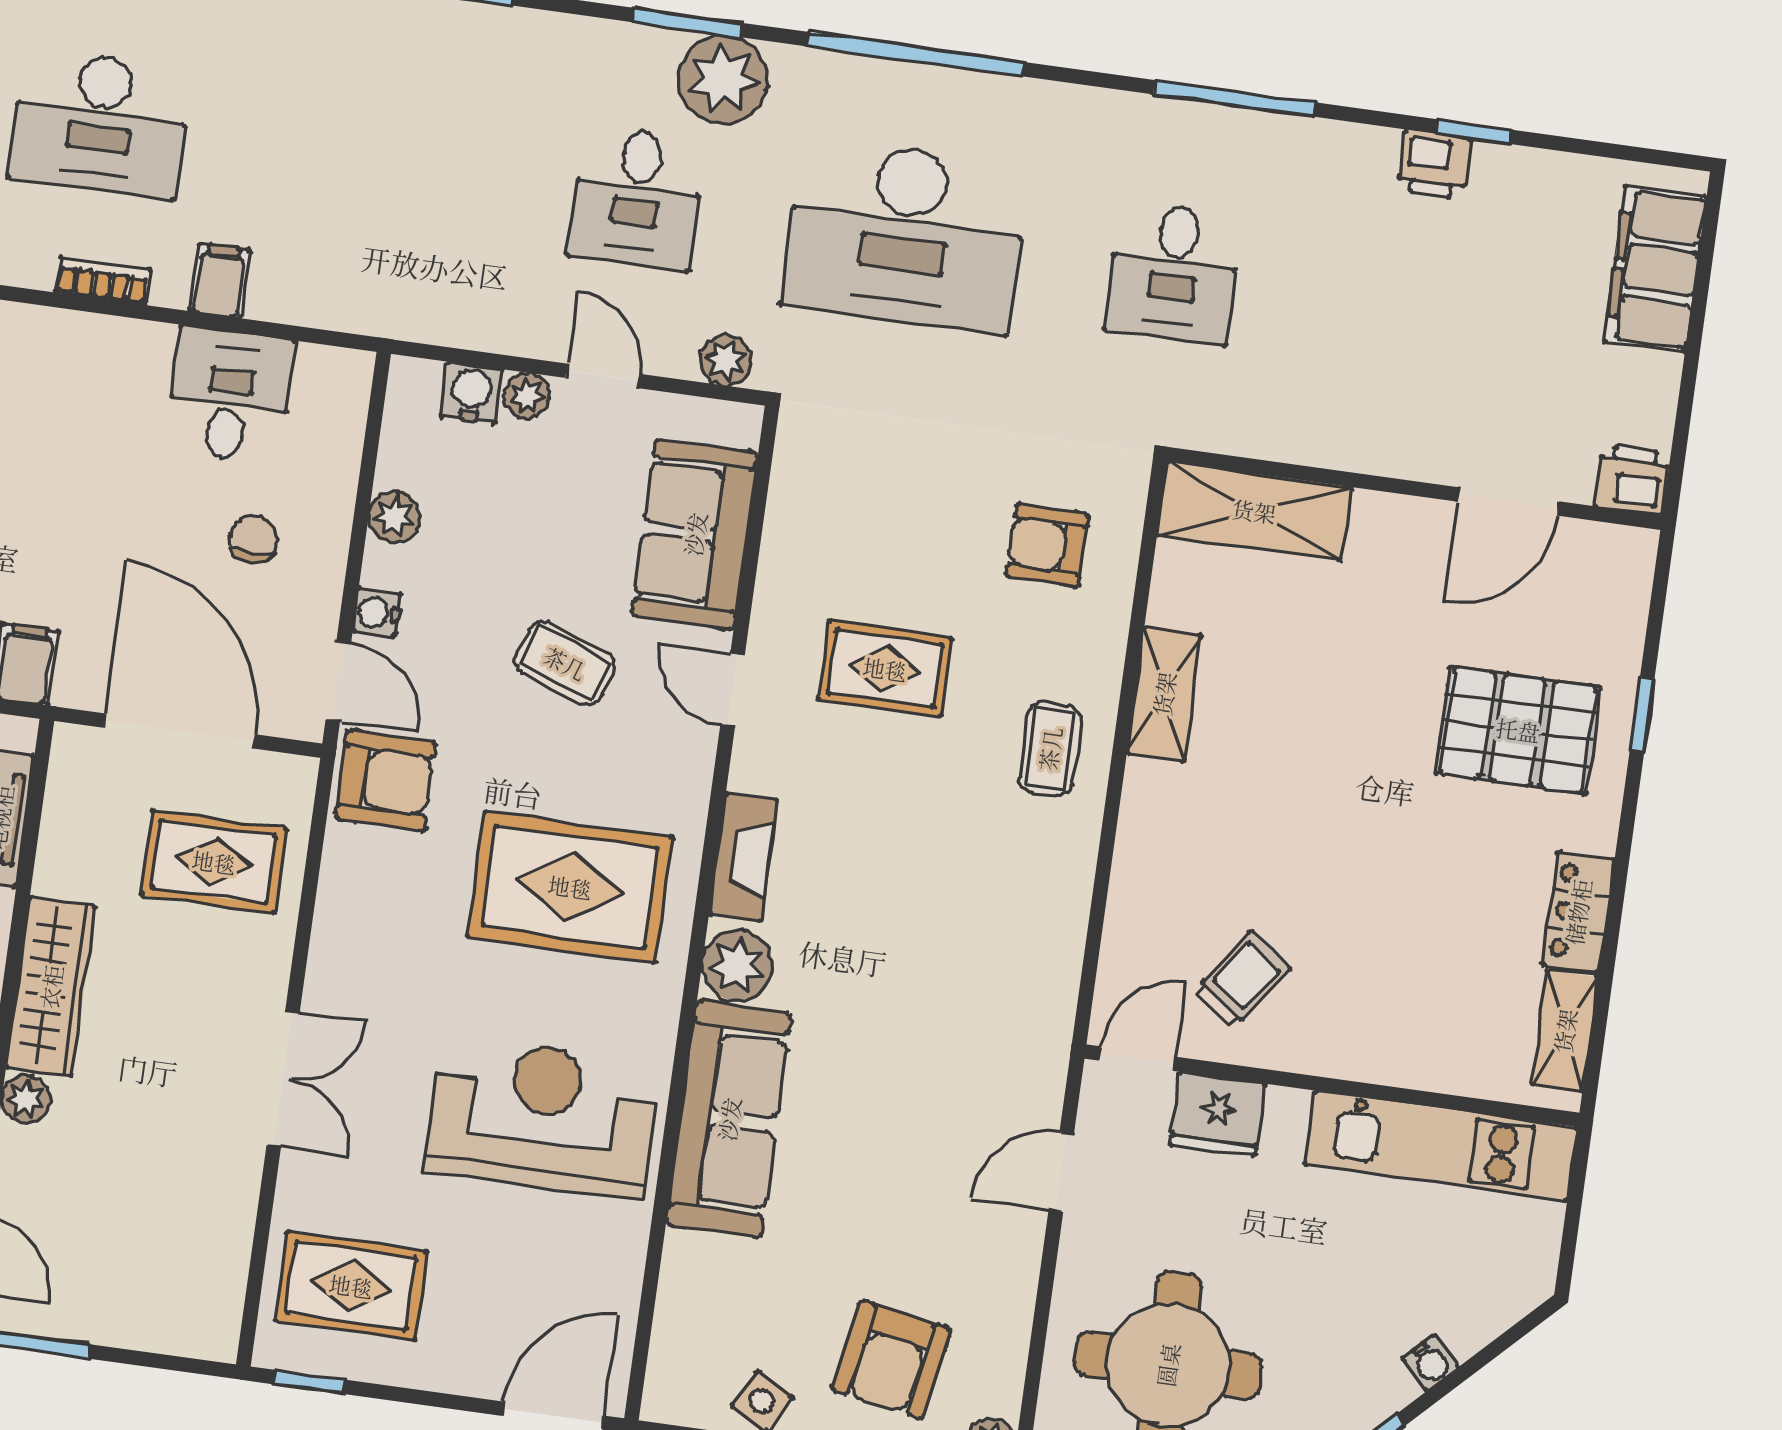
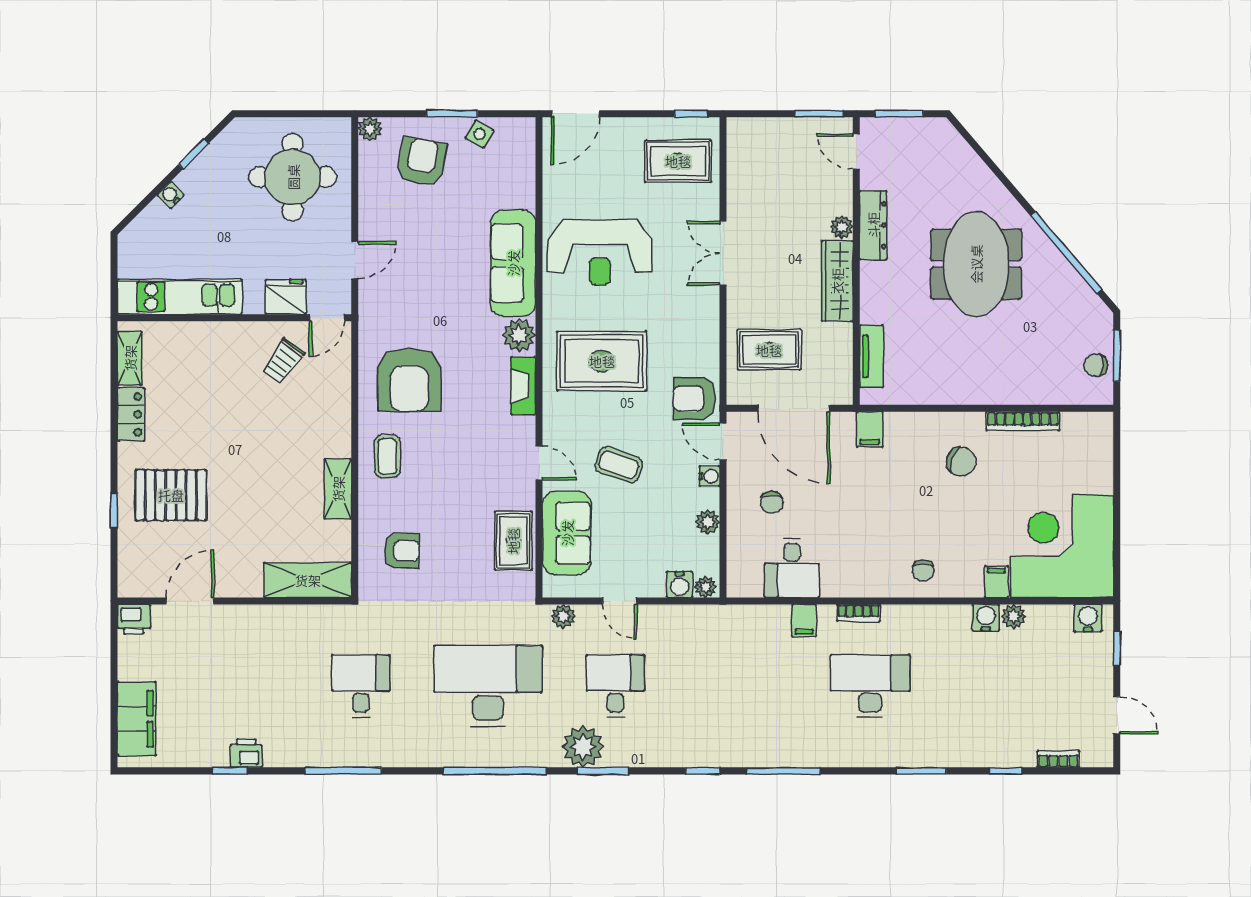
plant: (527, 395) -> (705, 587), moved
rug: (885, 669) -> (513, 541), moved, turned 90
armchair: (981, 904) -> (409, 380), added

